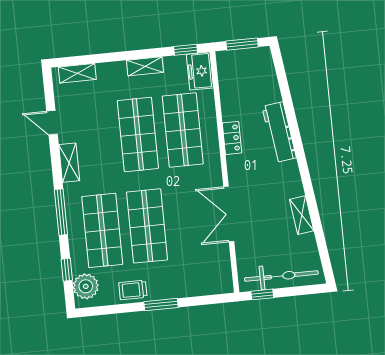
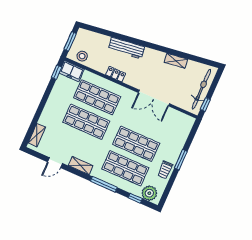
shelving: (145, 66) -> (53, 98), removed
stool: (231, 74) -> (82, 56), added

